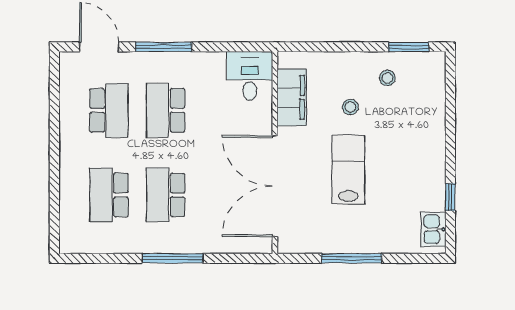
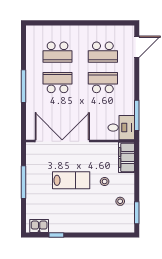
window: (164, 47) -> (137, 115), moved
filing cabinet: (292, 97) -> (127, 157), moved, turned 90
school desk: (109, 195) -> (58, 52), turned 180

